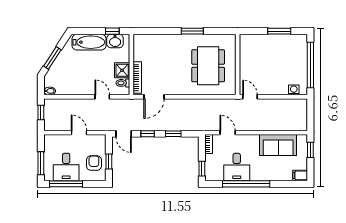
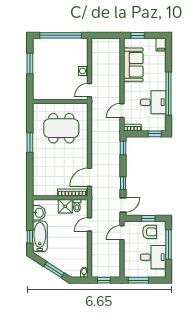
window: (112, 31) -> (30, 237), moved
washing machine: (294, 90) -> (83, 71), moved
door: (154, 97) -> (89, 177), swing flipped
door: (79, 133) -> (122, 233), moved
window: (173, 134) -> (123, 148), moved
window: (41, 163) -> (138, 280), moved
armchair: (94, 163) -> (150, 232), turned 180
window: (66, 184) -> (168, 244), moved

